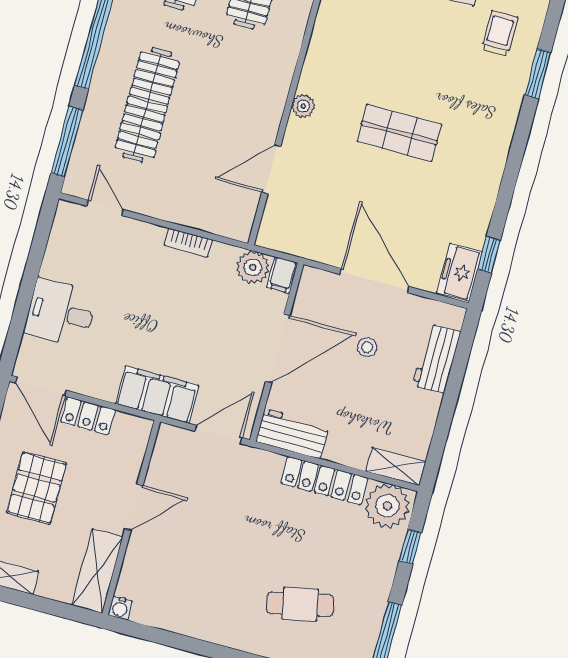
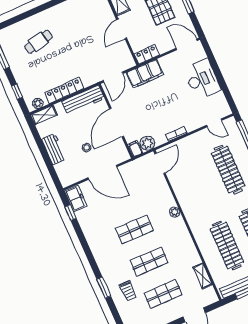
shop shelf: (420, 55) -> (149, 262), added
door: (271, 169) -> (160, 164), moved
desk: (61, 313) -> (202, 79), width x1.37
workbench: (437, 359) -> (54, 149), moved
locker: (88, 416) -> (147, 54), moved
workbench: (292, 434) -> (83, 100), width x1.38
plant: (387, 506) -> (38, 103), width x0.53, depth x0.53

